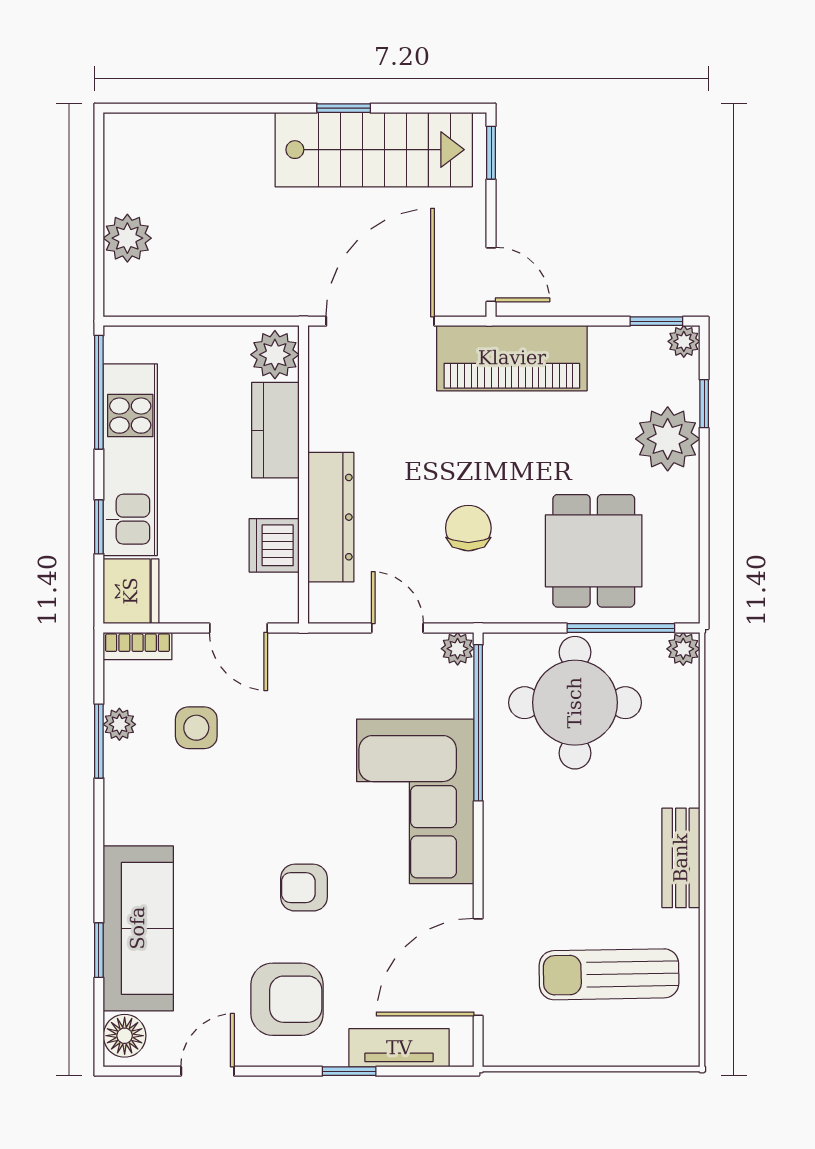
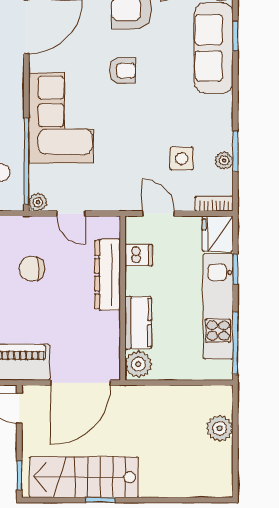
chair: (468, 528) -> (32, 269), turned 90
dishwasher: (274, 545) -> (139, 255), width x0.73

